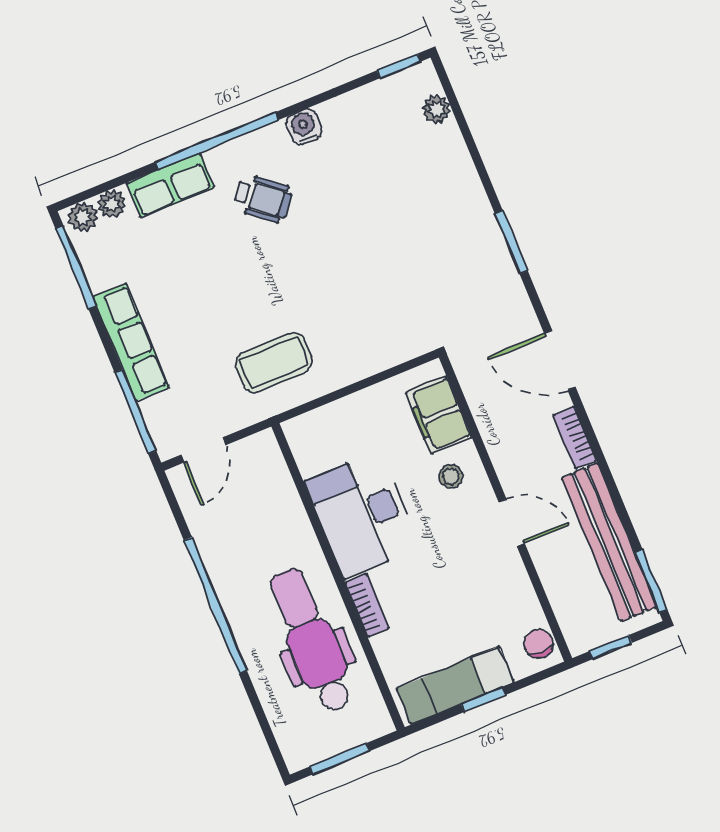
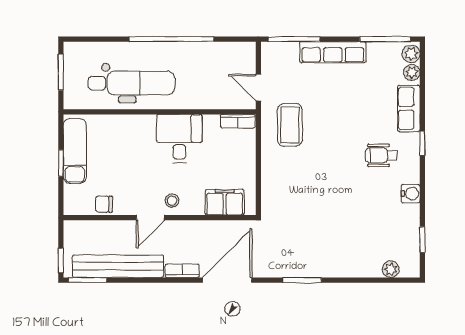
window: (399, 66) -> (422, 240), moved
window: (217, 141) -> (422, 143), width x0.32
wheelchair: (263, 198) -> (381, 155), turned 51
door: (560, 360) -> (227, 280), width x1.36
door: (203, 450) -> (258, 88), moved
stool: (451, 476) -> (172, 201), moved
desk: (362, 515) -> (179, 139), width x0.73
bookcase: (367, 605) -> (238, 121), moved
chair: (538, 644) -> (104, 204), moved, turned 180
window: (611, 647) -> (61, 261), moved

